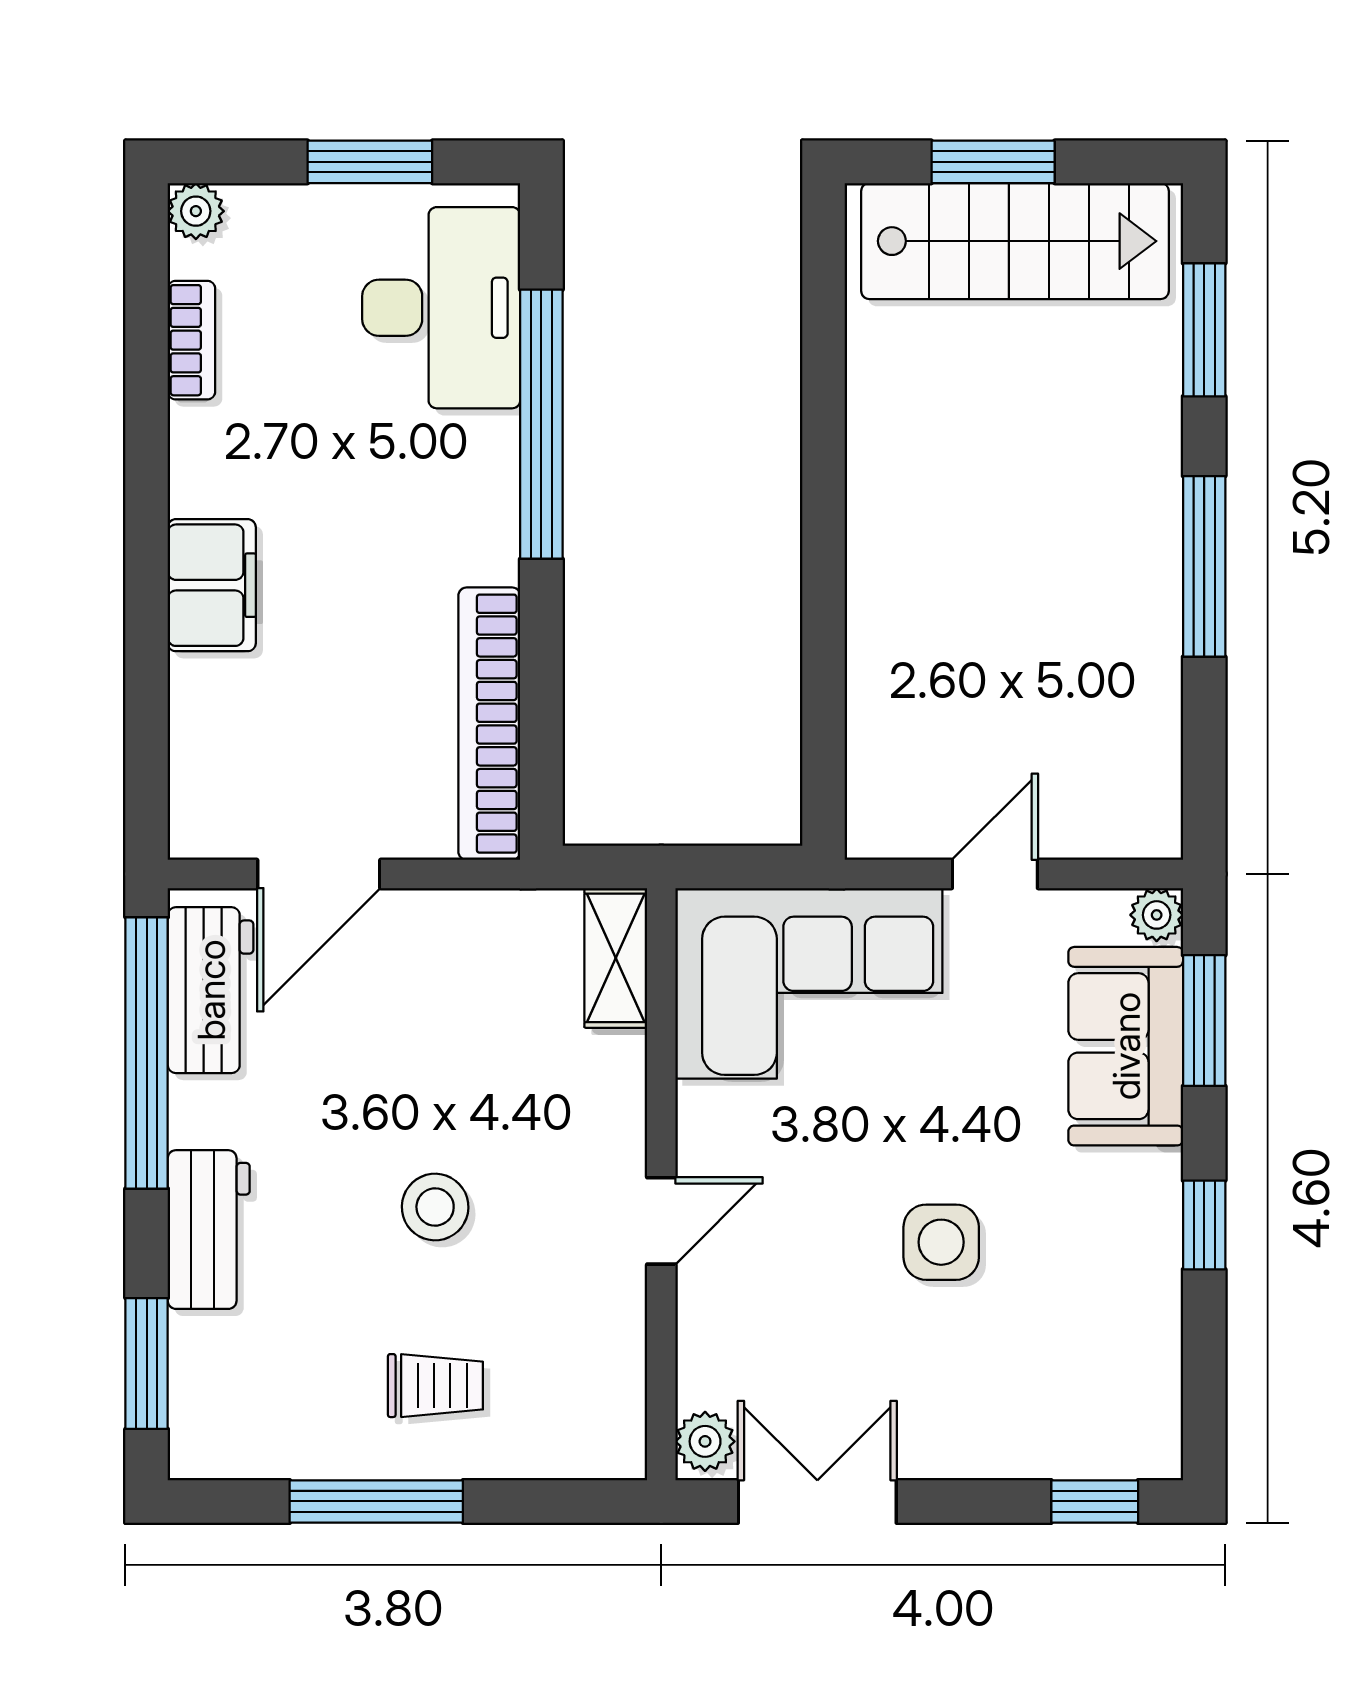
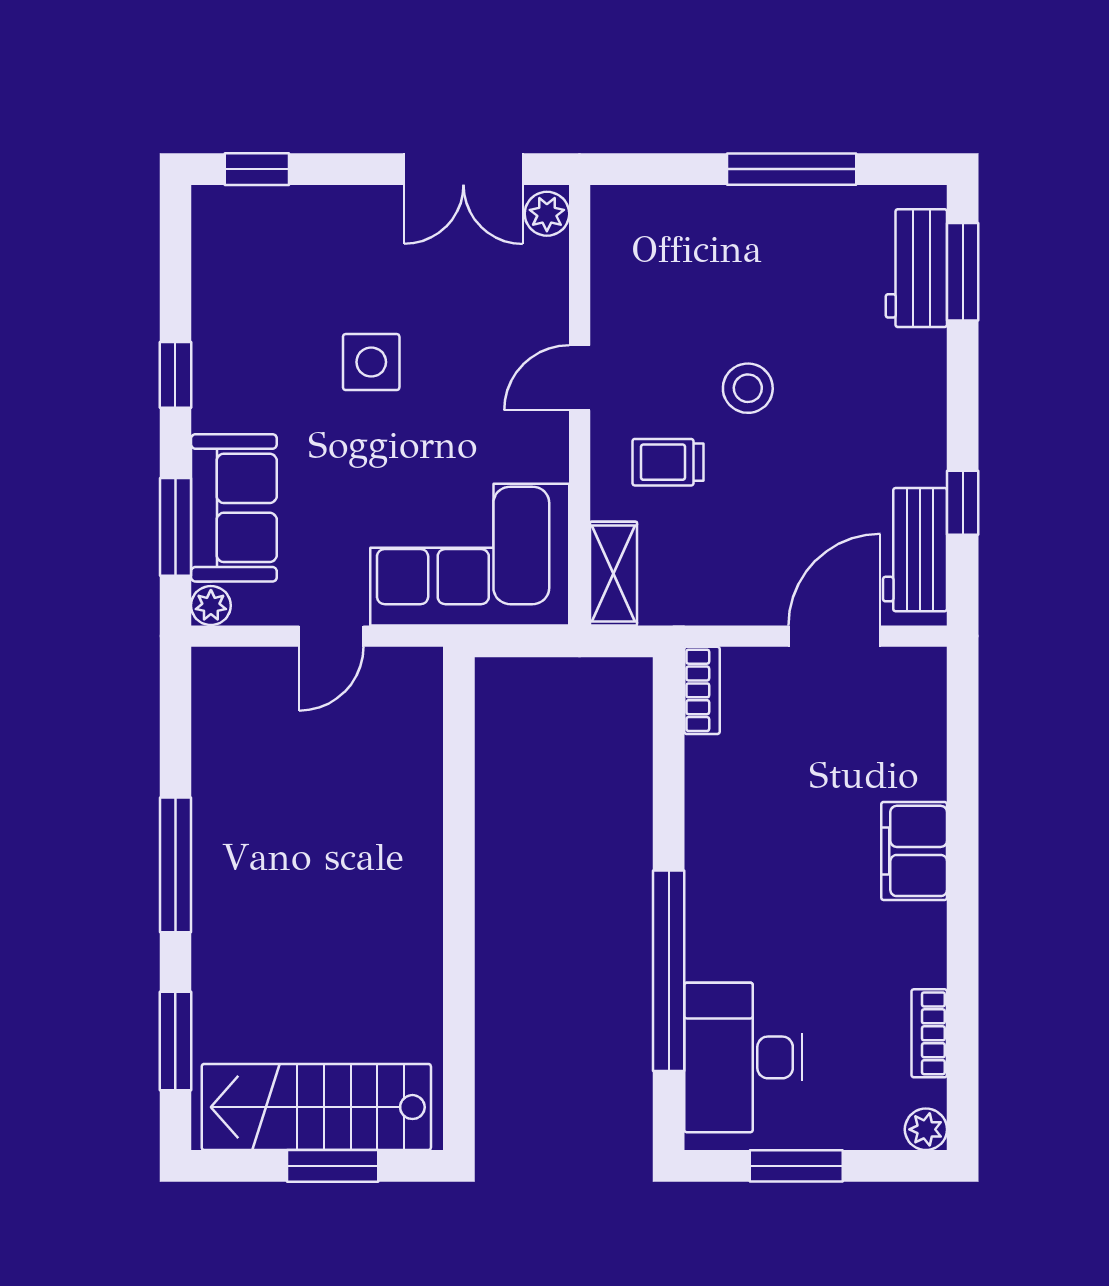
bookcase: (489, 724) -> (702, 690), width x0.43, depth x0.76
window: (147, 1053) -> (963, 503), width x0.32
workbench: (209, 1230) -> (916, 268), moved
trolley: (435, 1386) -> (668, 462), moved

